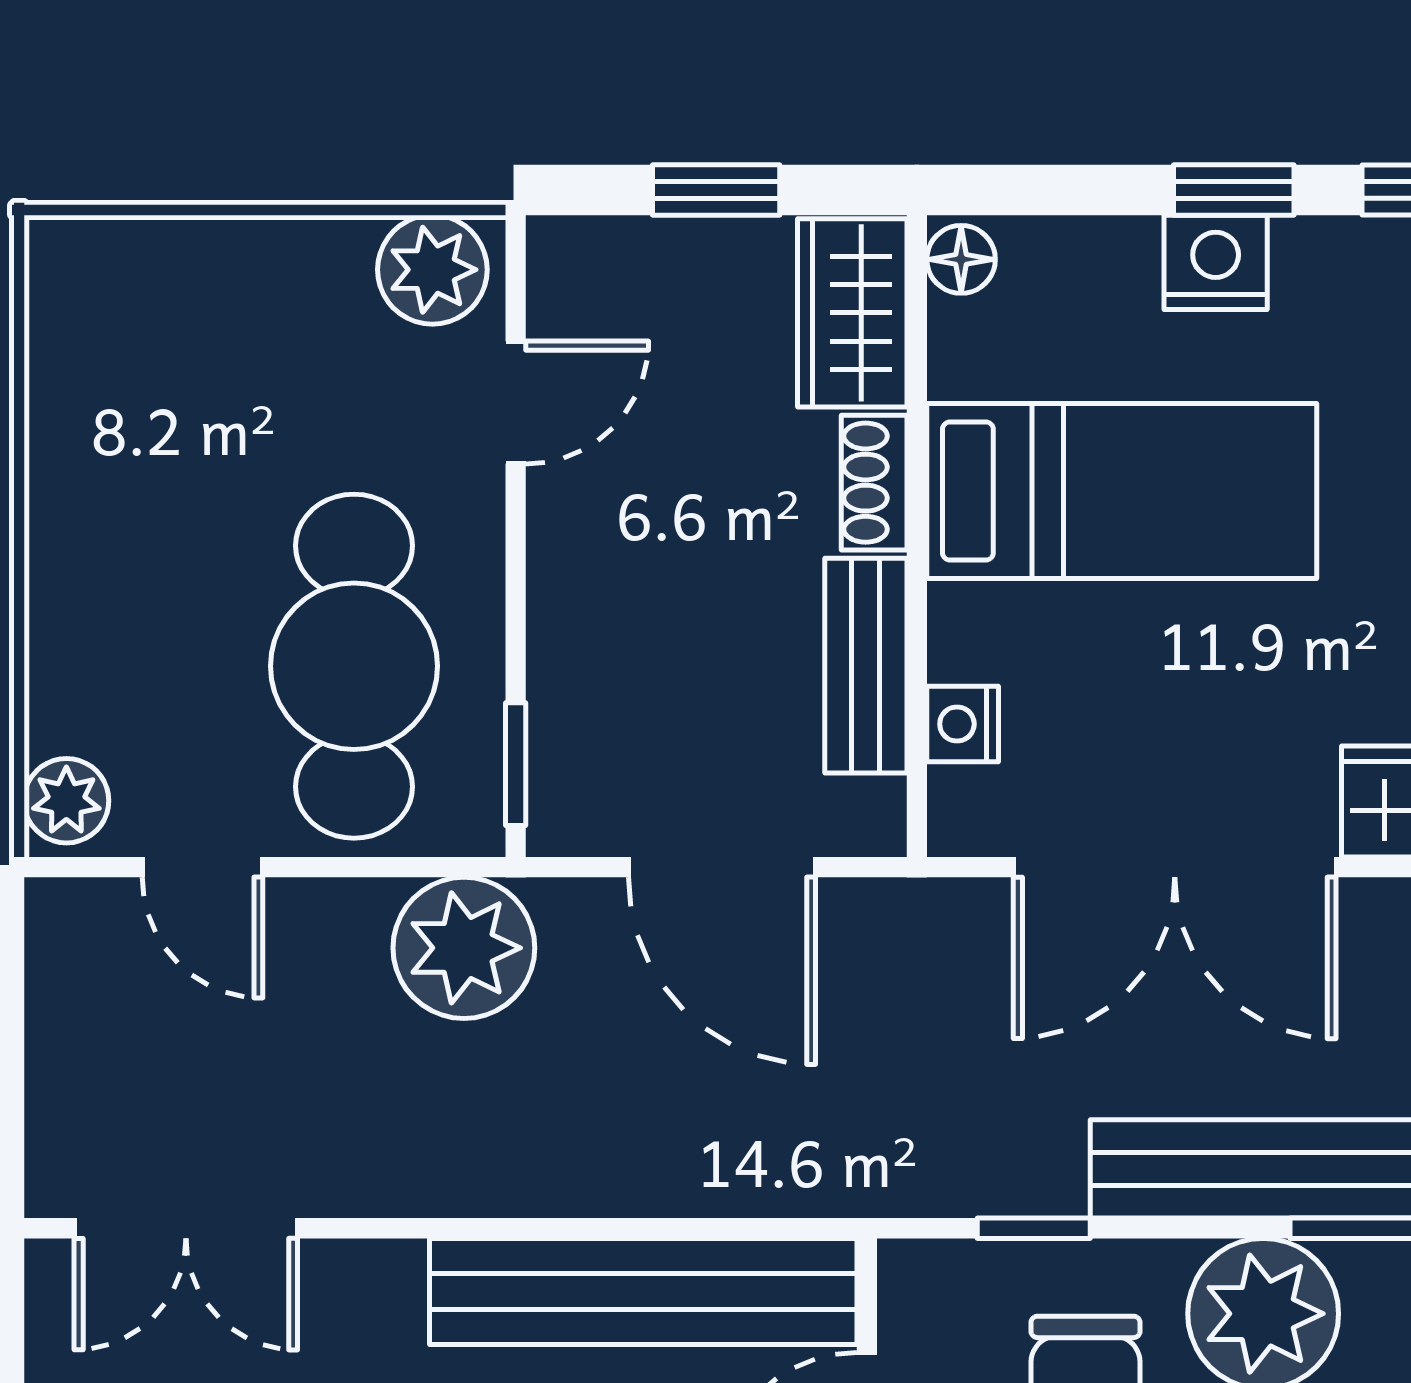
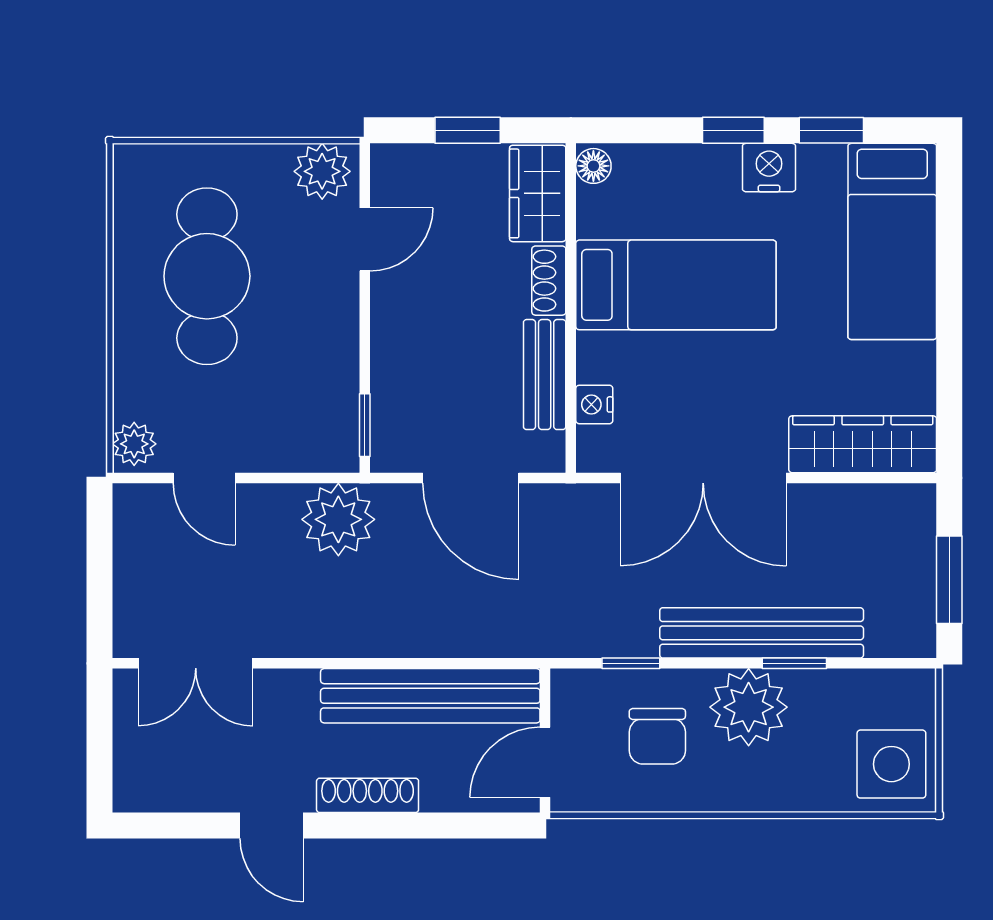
nightstand: (1216, 262) -> (769, 168), moved
cafe table: (354, 666) -> (207, 276), moved

